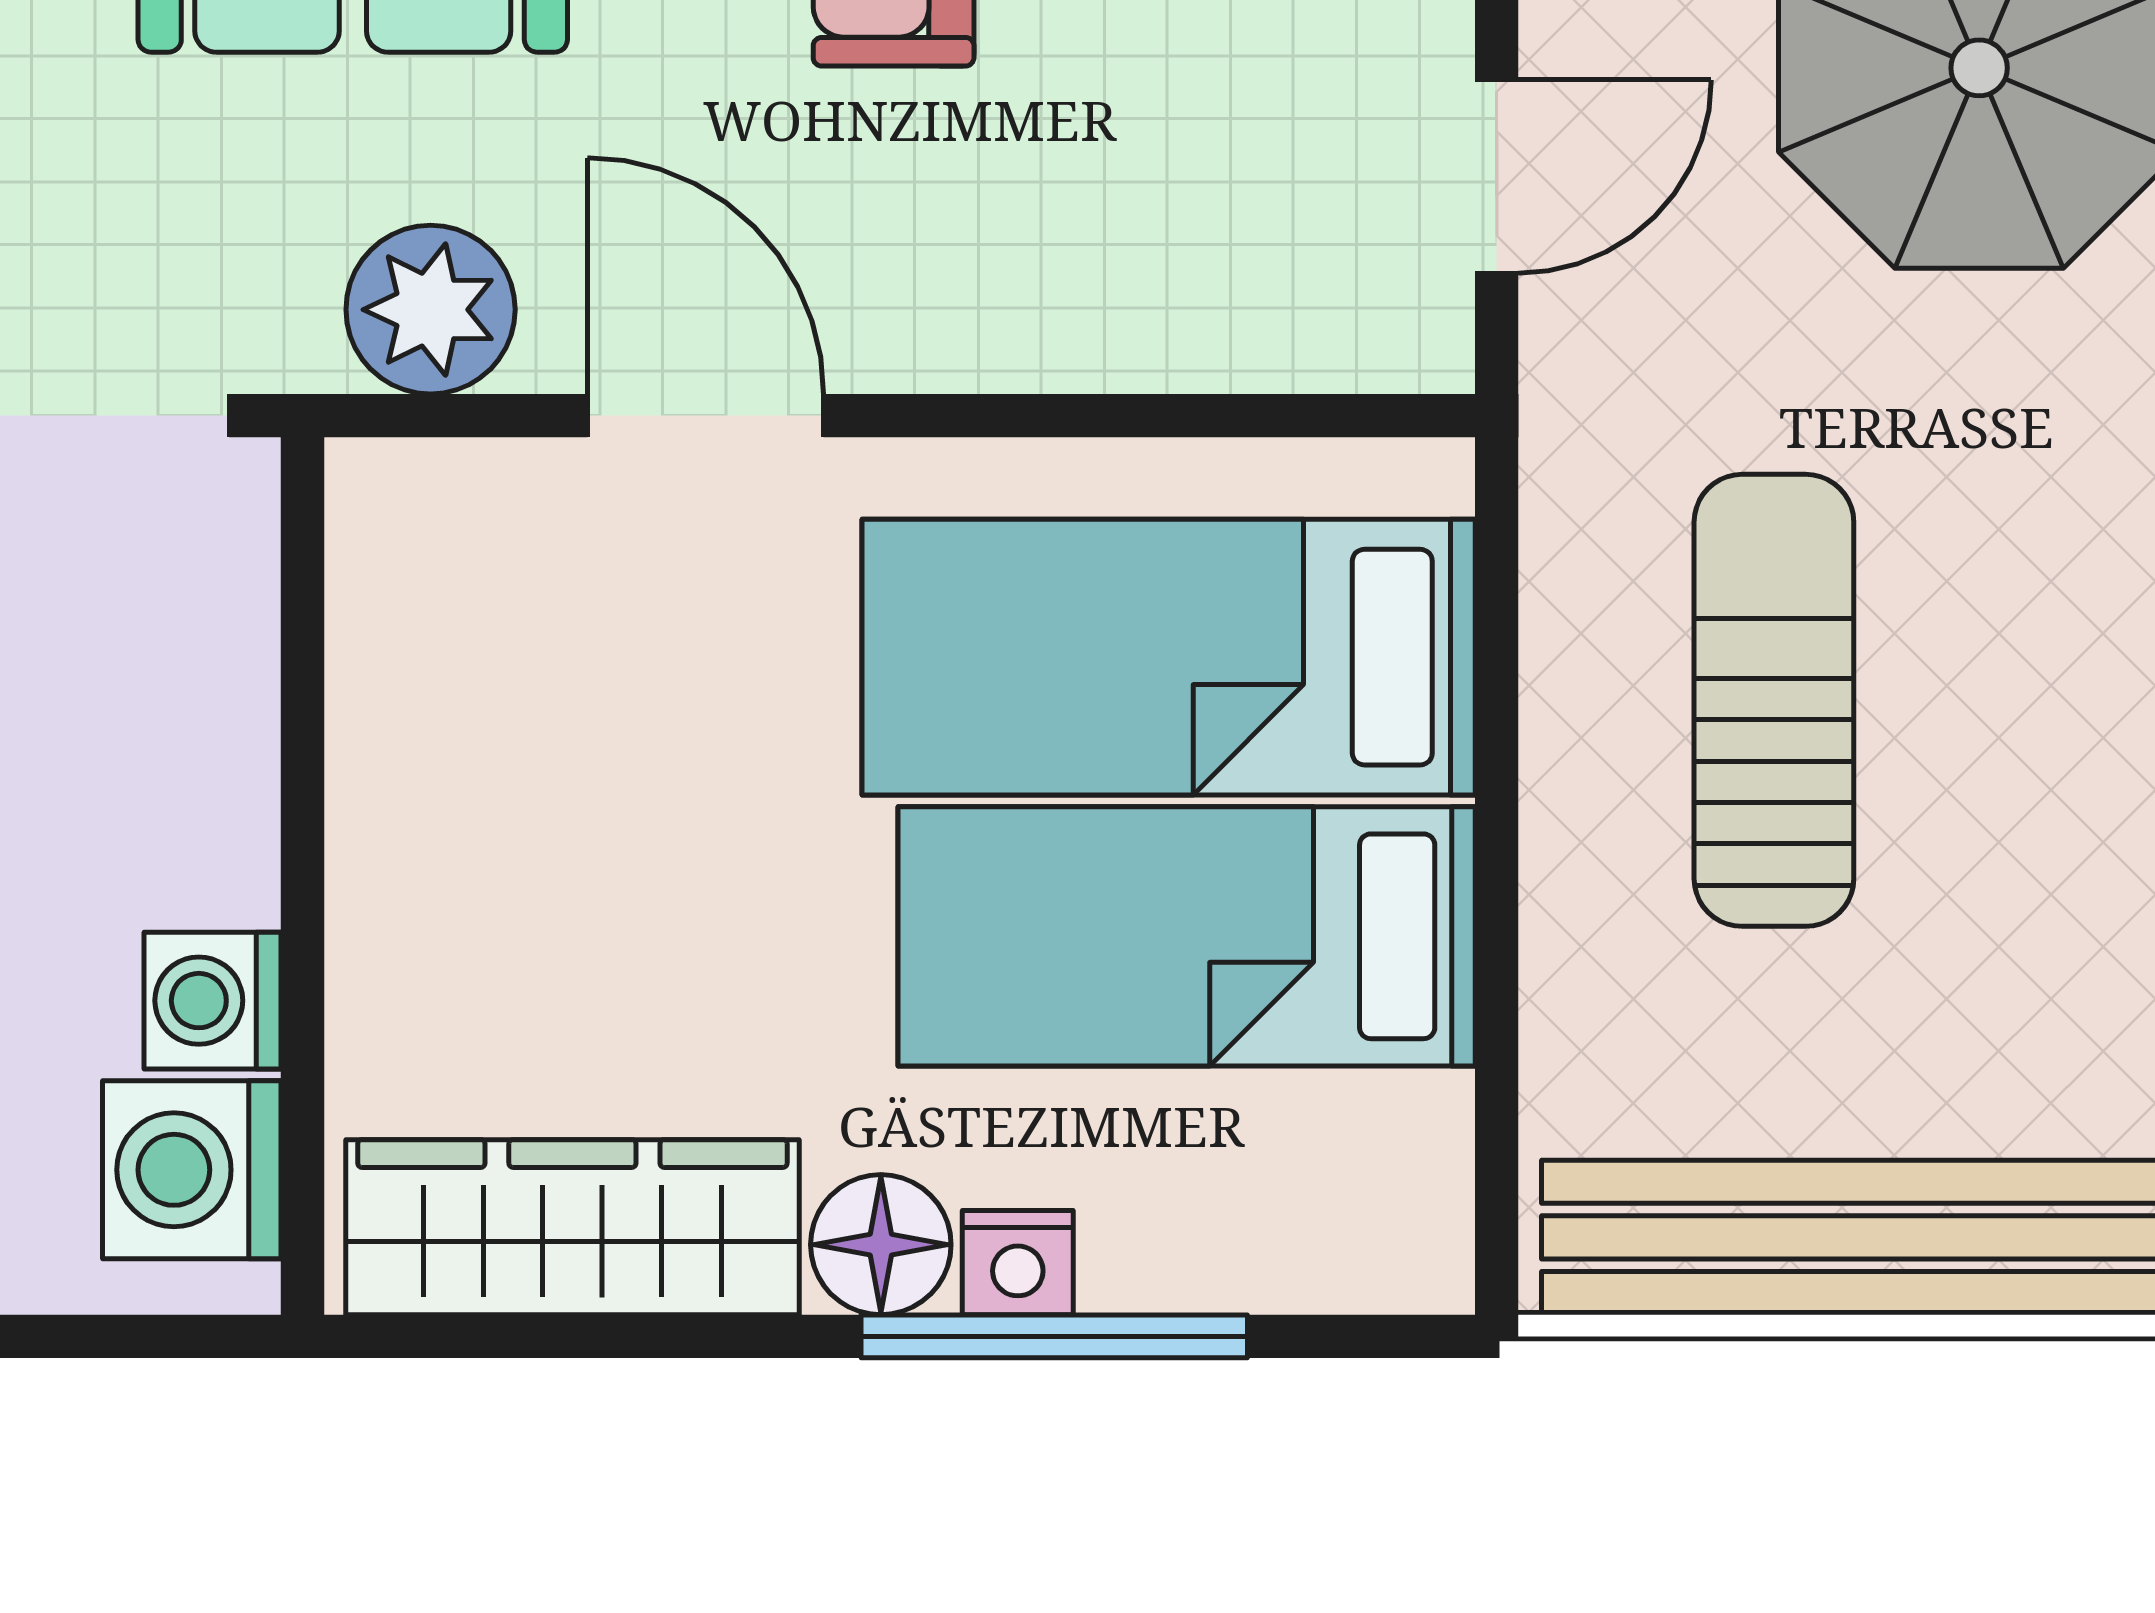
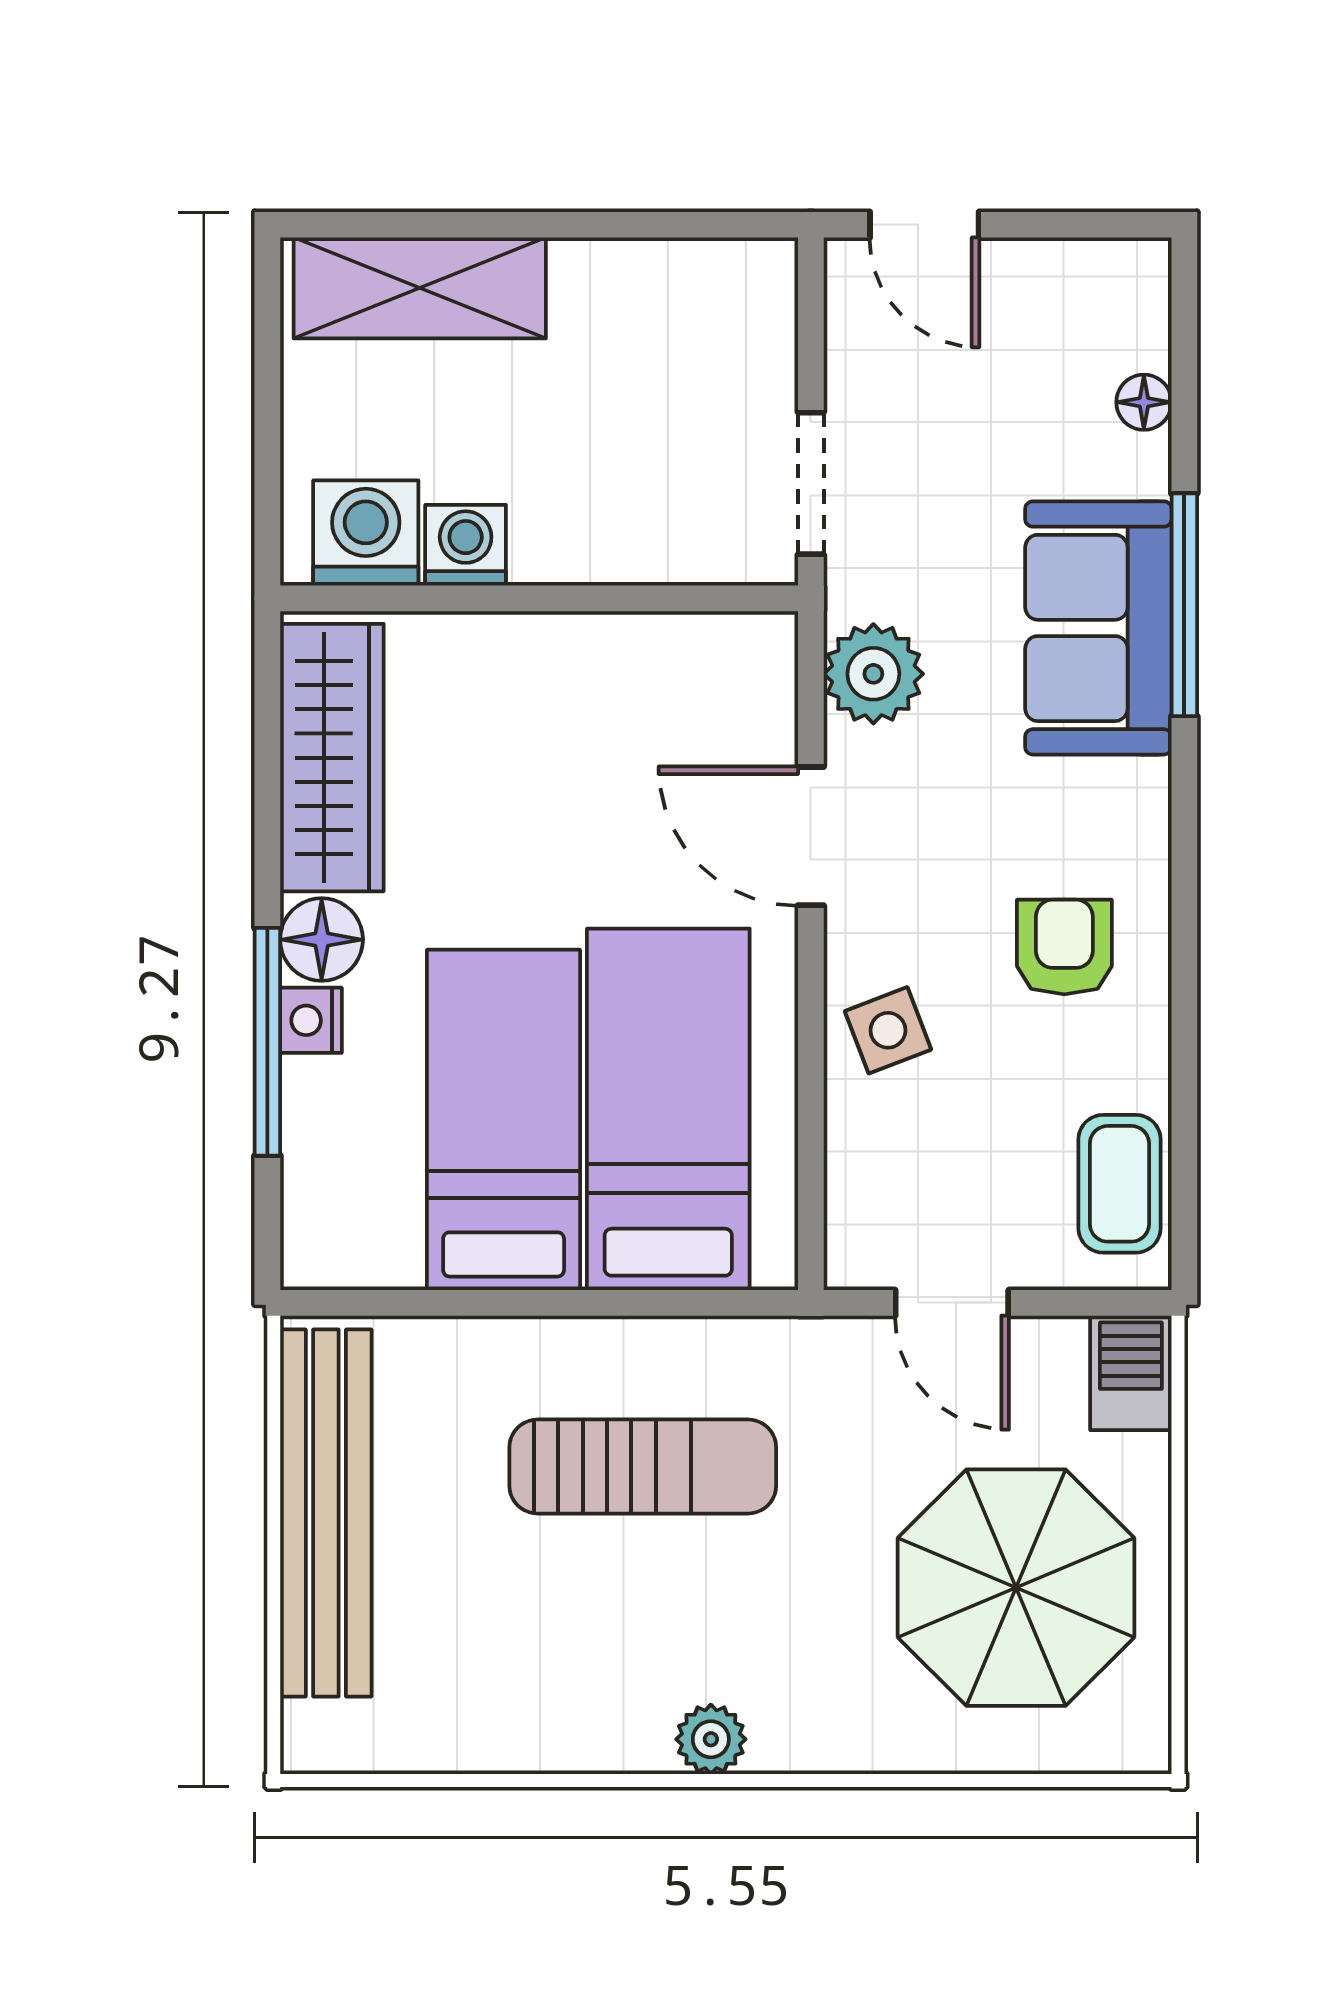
side table: (1035, 285) -> (888, 1030), added
door: (706, 416) -> (811, 836), swing flipped

